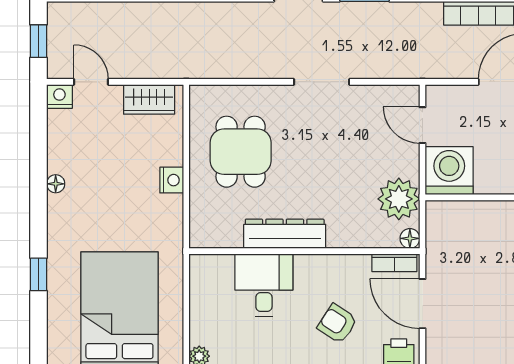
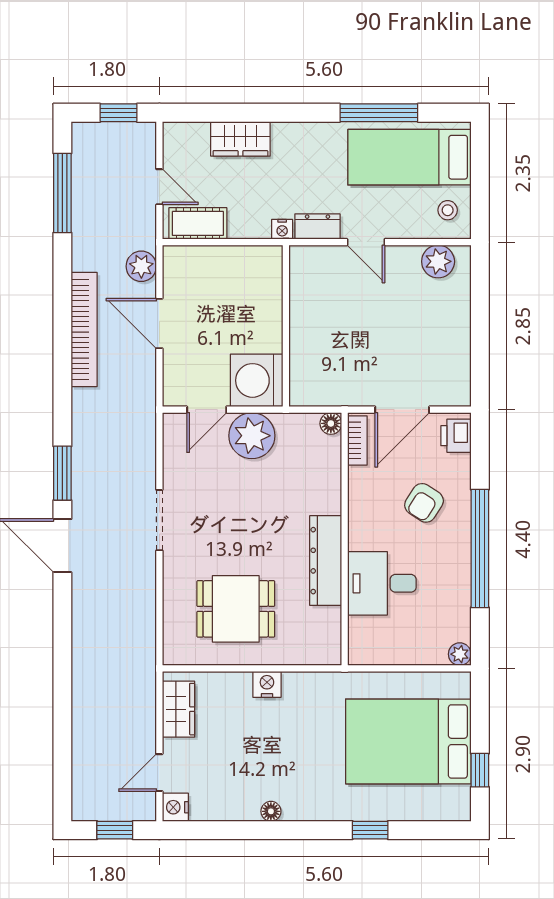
plant: (399, 199) -> (252, 436), moved

